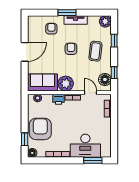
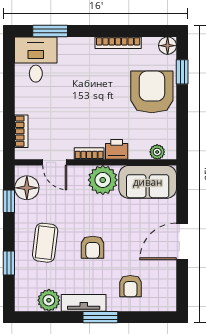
plant: (105, 21) -> (49, 300), moved
armchair: (40, 129) -> (152, 92), turned 180
desk: (85, 146) -> (36, 60), moved, width x0.73

